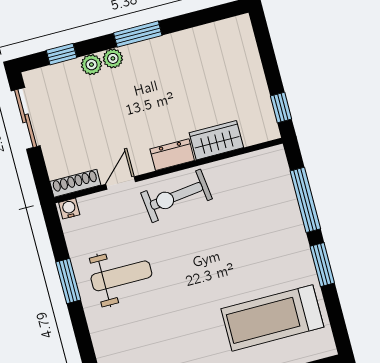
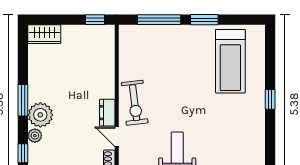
plant: (113, 58) -> (40, 115), width x1.87, depth x1.87
wardrobe: (216, 140) -> (44, 34), moved, turned -90
dresser: (172, 155) -> (107, 113), moved

